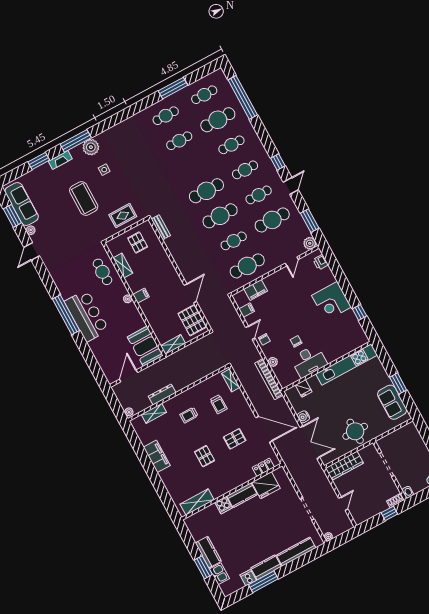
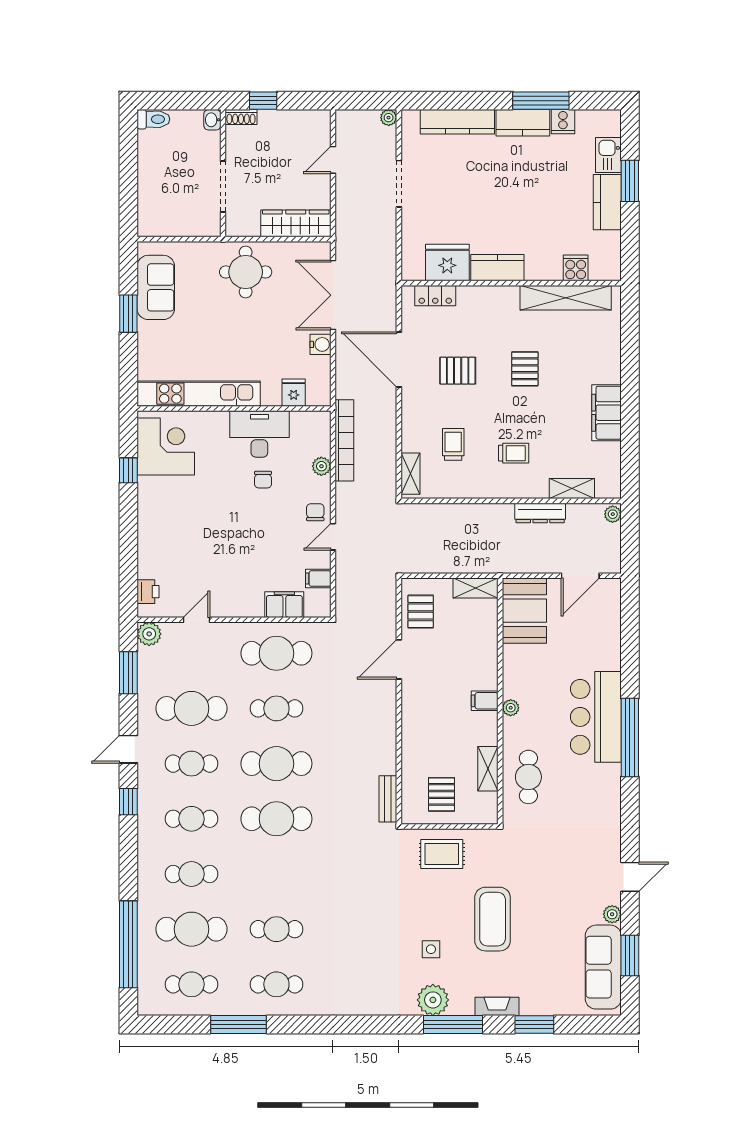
corner desk: (331, 301) -> (166, 447), moved
pallet: (192, 320) -> (421, 612), width x0.67, depth x0.71
shelving: (197, 502) -> (566, 298), width x1.47
cooker: (223, 505) -> (576, 268), moved

